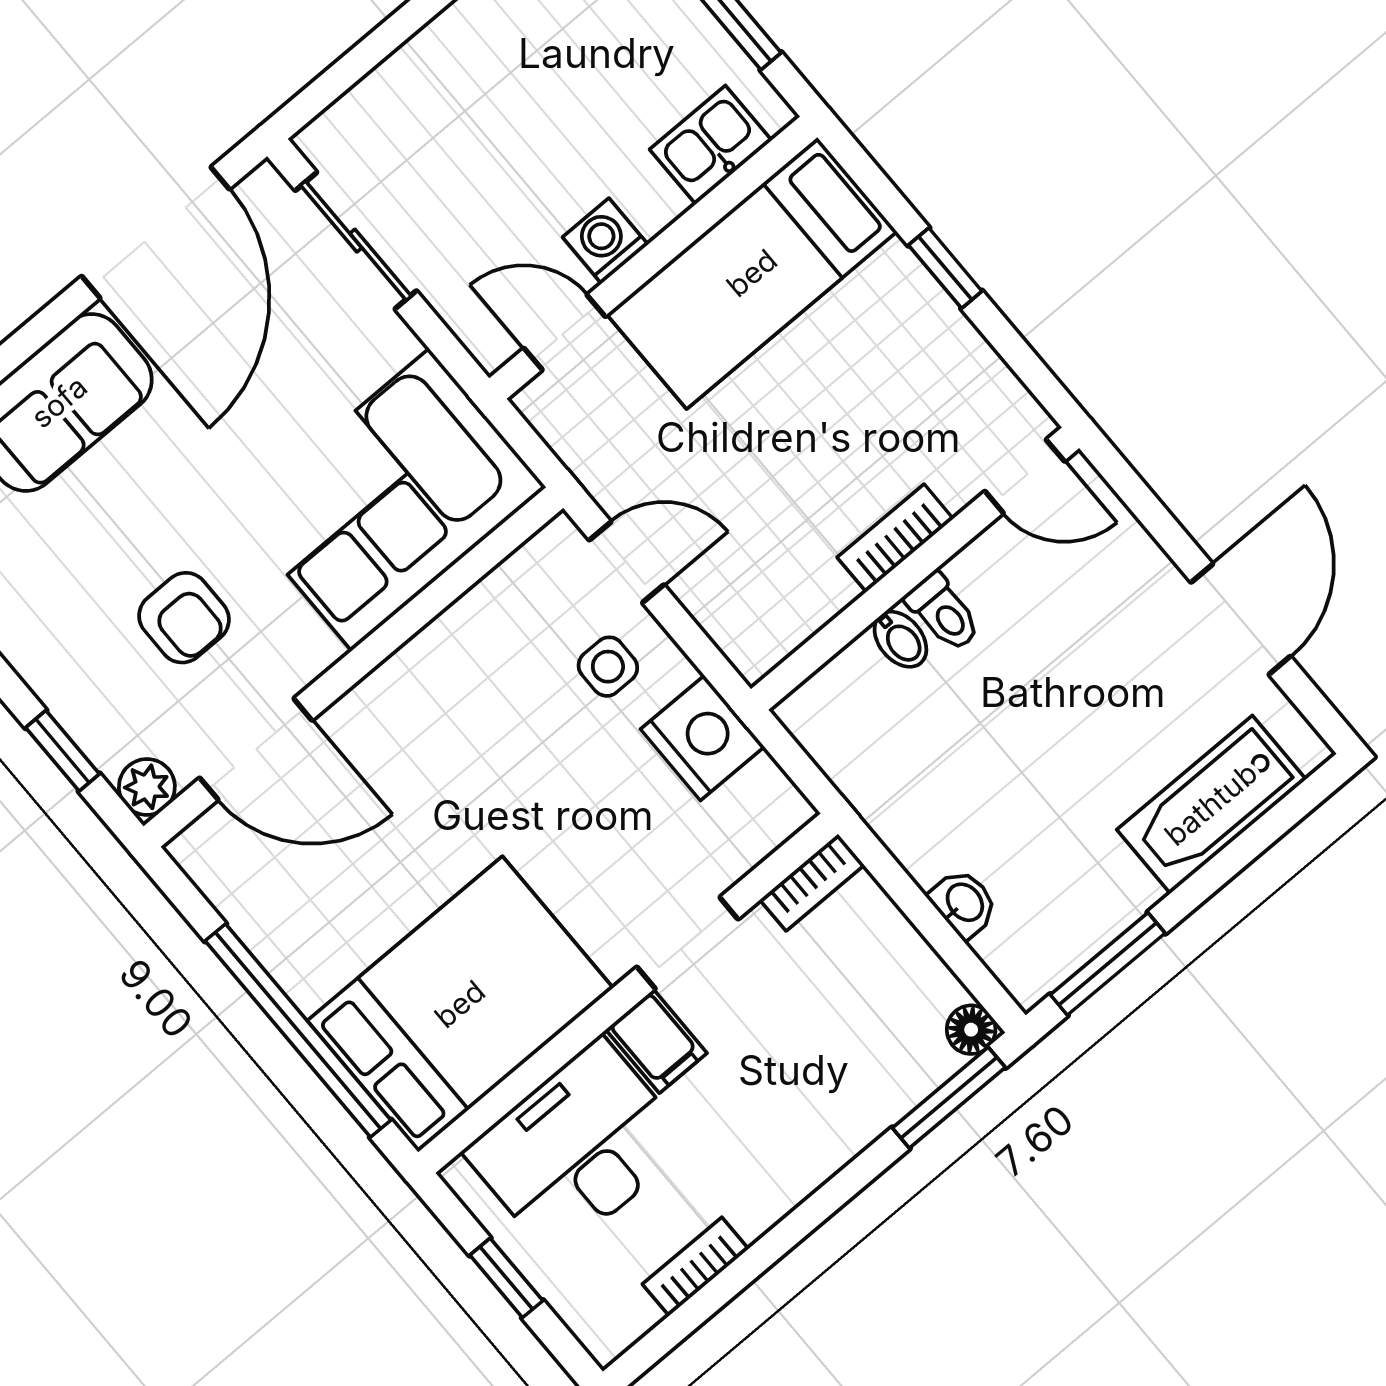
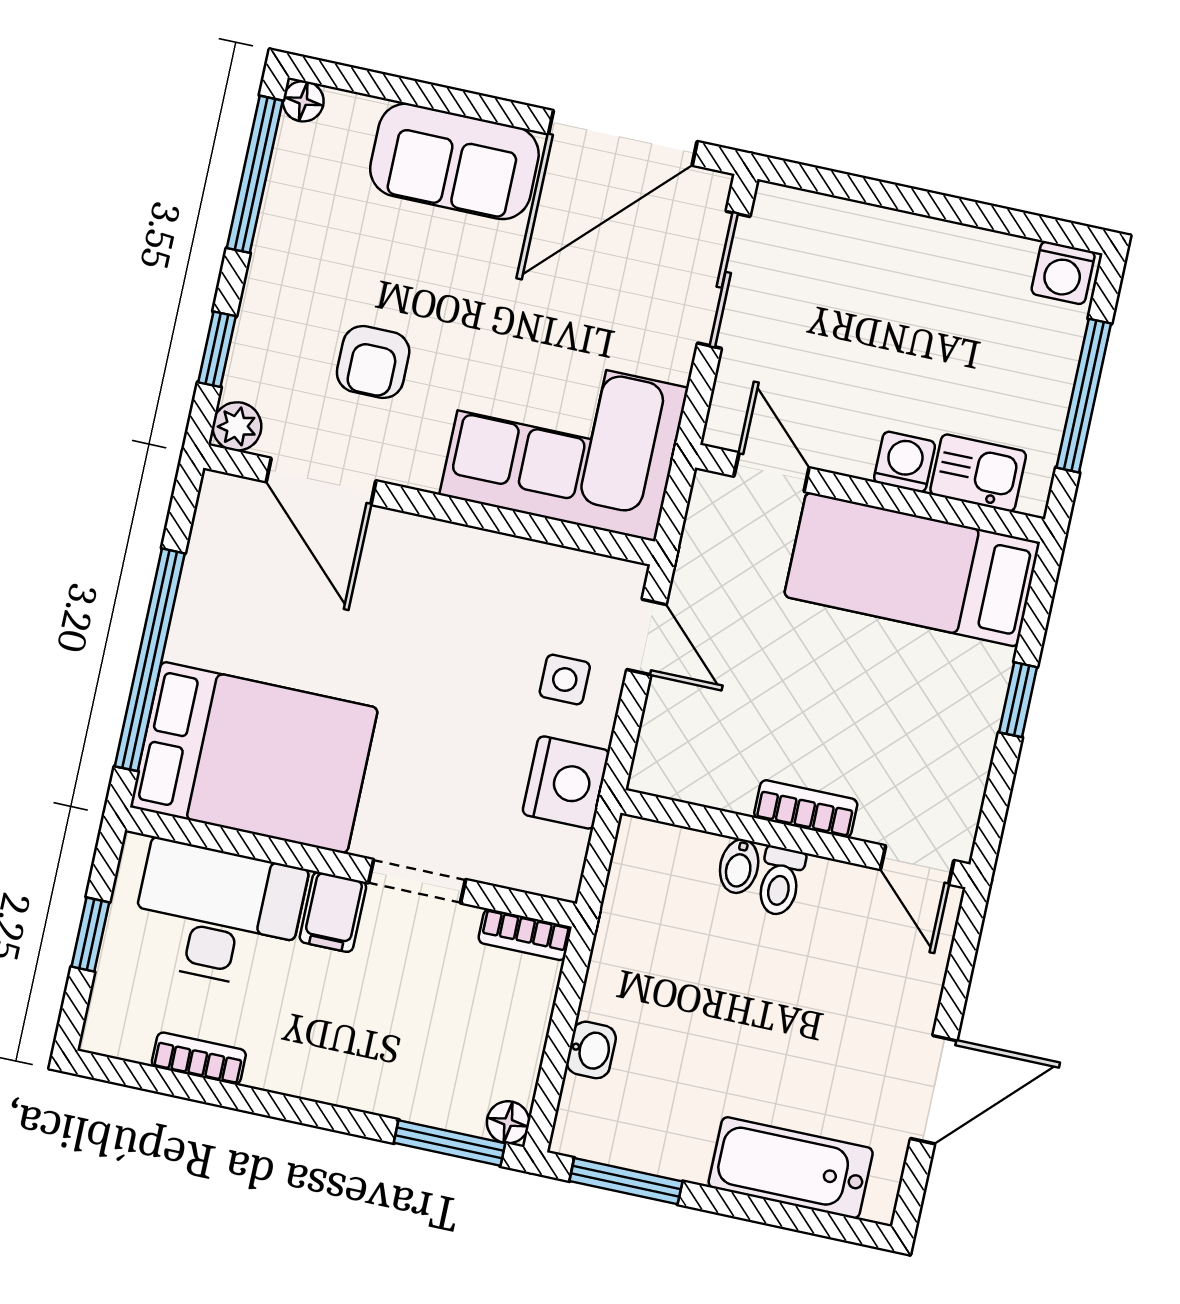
washing machine: (605, 241) -> (905, 462), moved

